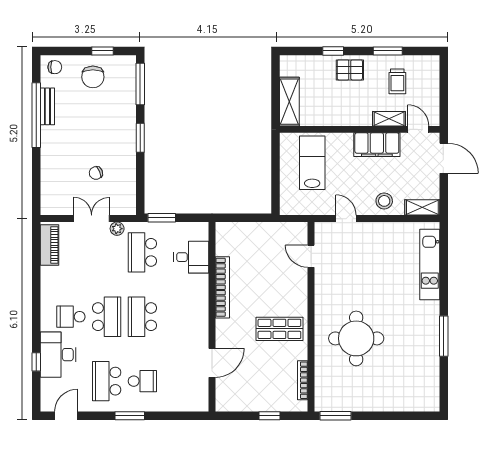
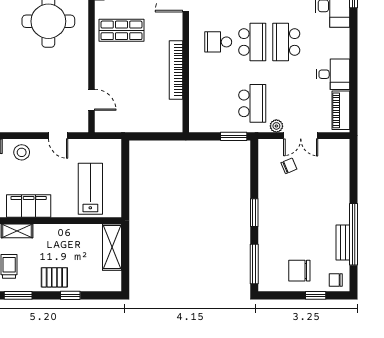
window: (102, 51) -> (316, 295), moved
chair: (93, 77) -> (299, 271), turned -90
lab bench: (312, 163) -> (90, 189), turned 180
chair: (96, 173) -> (289, 166), moved
desk: (191, 257) -> (333, 74), moved, turned 180
school desk: (71, 317) -> (218, 42), moved, turned 180

